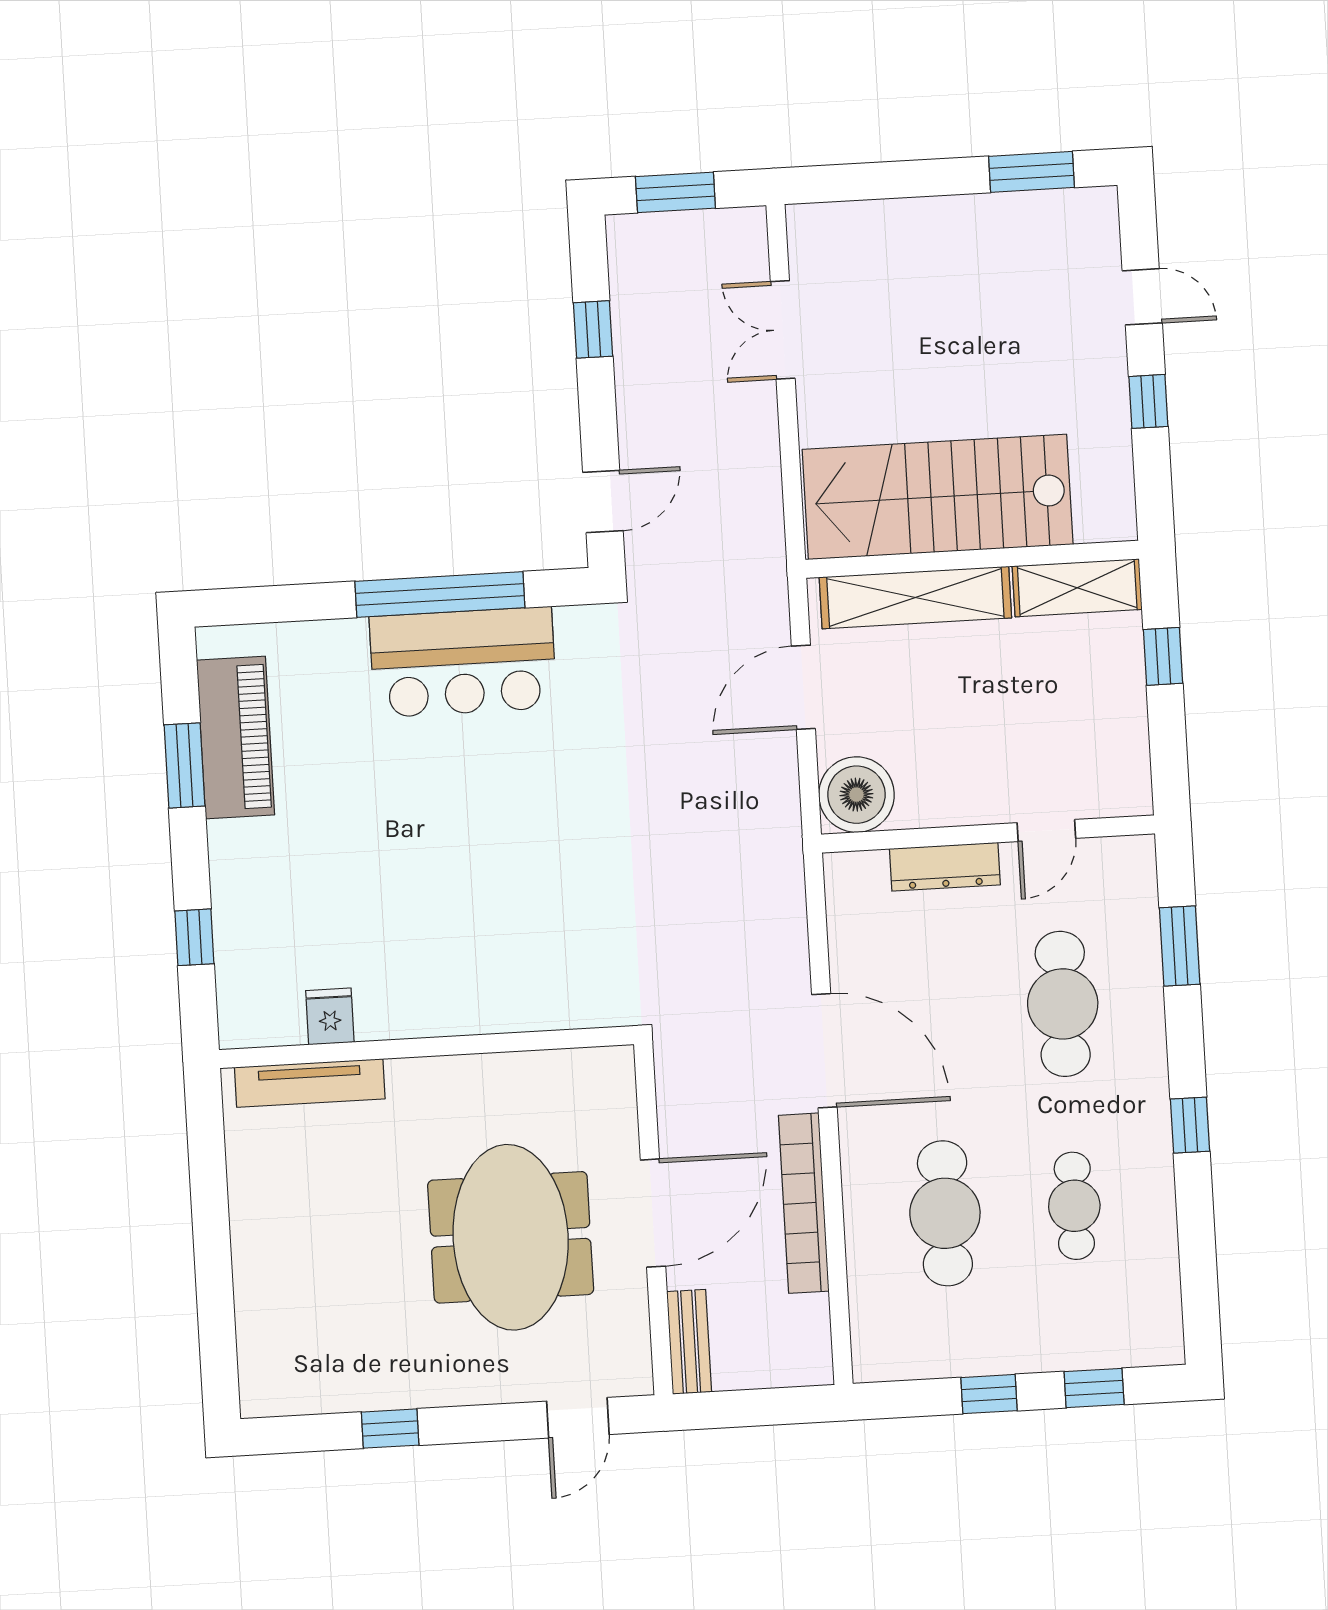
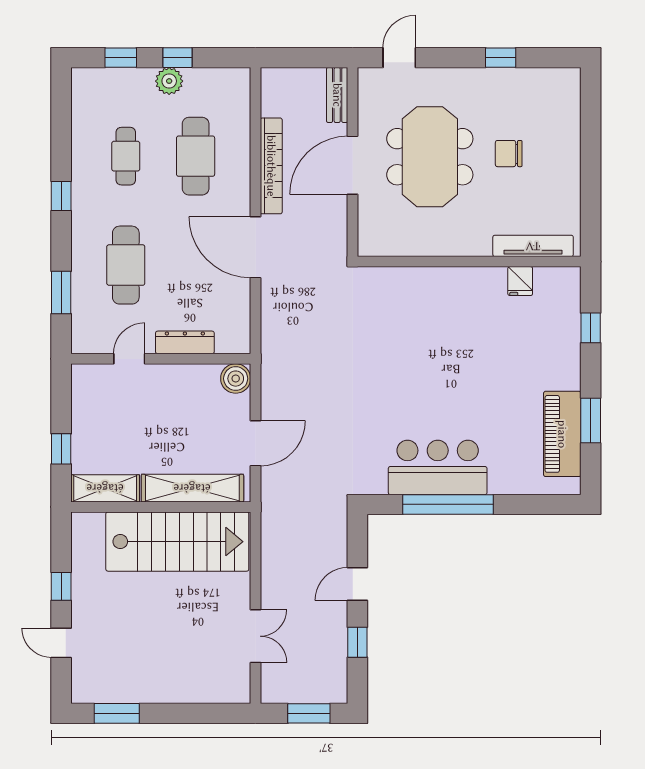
door: (603, 501) -> (357, 584), moved
boiler: (856, 795) -> (236, 379), width x0.73, depth x0.73
chair: (365, 1252) -> (509, 154), added
plant: (1002, 1350) -> (169, 81), added

